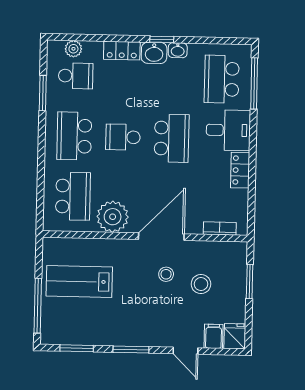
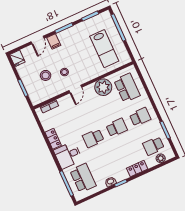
washbasin: (154, 53) -> (121, 175), removed
school desk: (74, 136) -> (140, 117), width x0.54
school desk: (172, 138) -> (93, 138), width x0.54
school desk: (73, 196) -> (127, 88), turned 180
door: (161, 237) -> (75, 89), width x0.53
lab bench: (79, 281) -> (104, 49), turned 90
filing cabinet: (214, 336) -> (54, 41), moved
door: (185, 351) -> (38, 40), swing flipped

